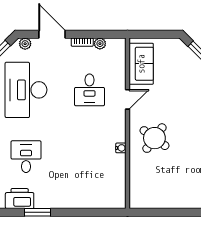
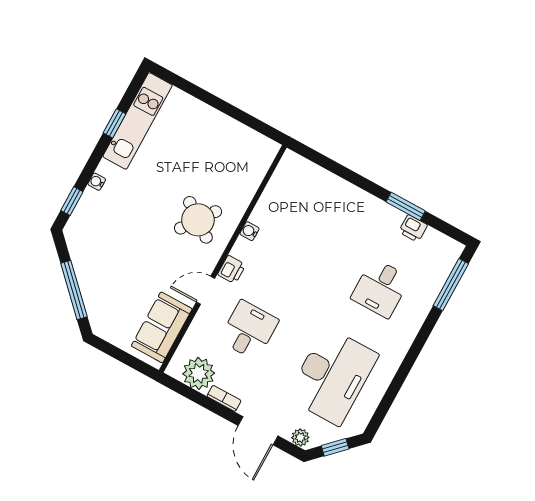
plant: (100, 44) -> (199, 373), width x1.87, depth x1.87
printer: (119, 120) -> (232, 270), added
printer: (20, 199) -> (413, 228), width x0.53, depth x0.68

